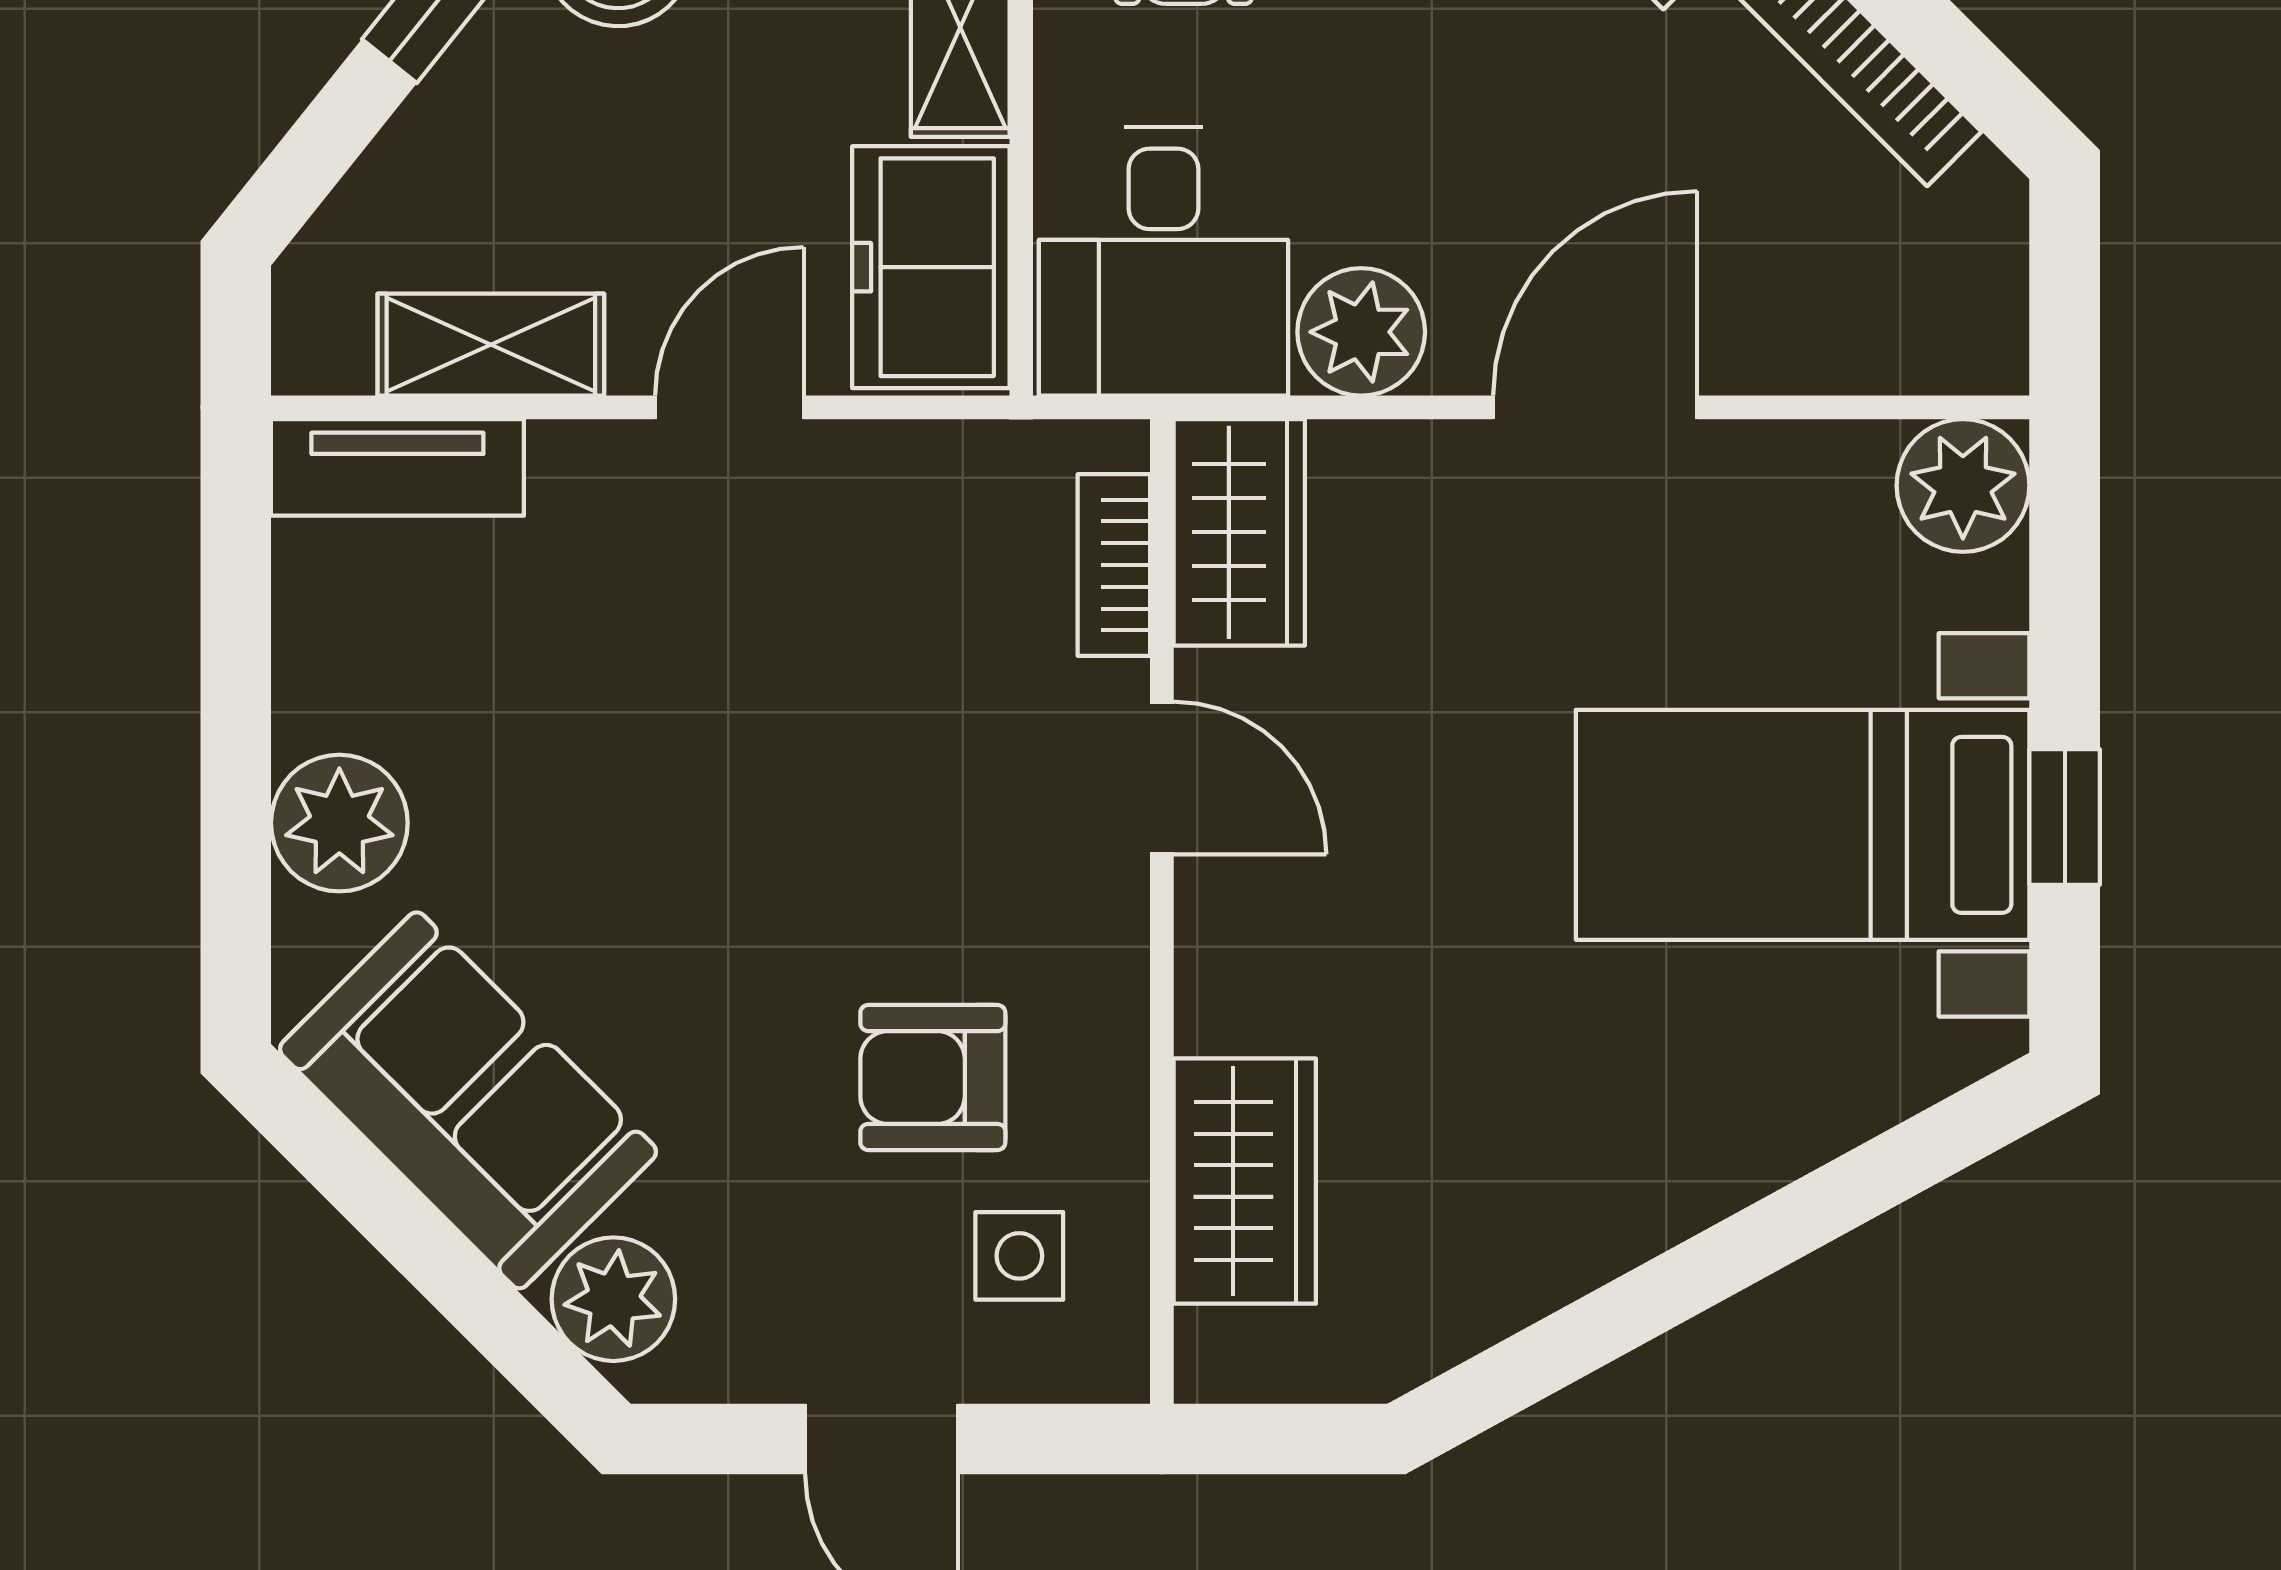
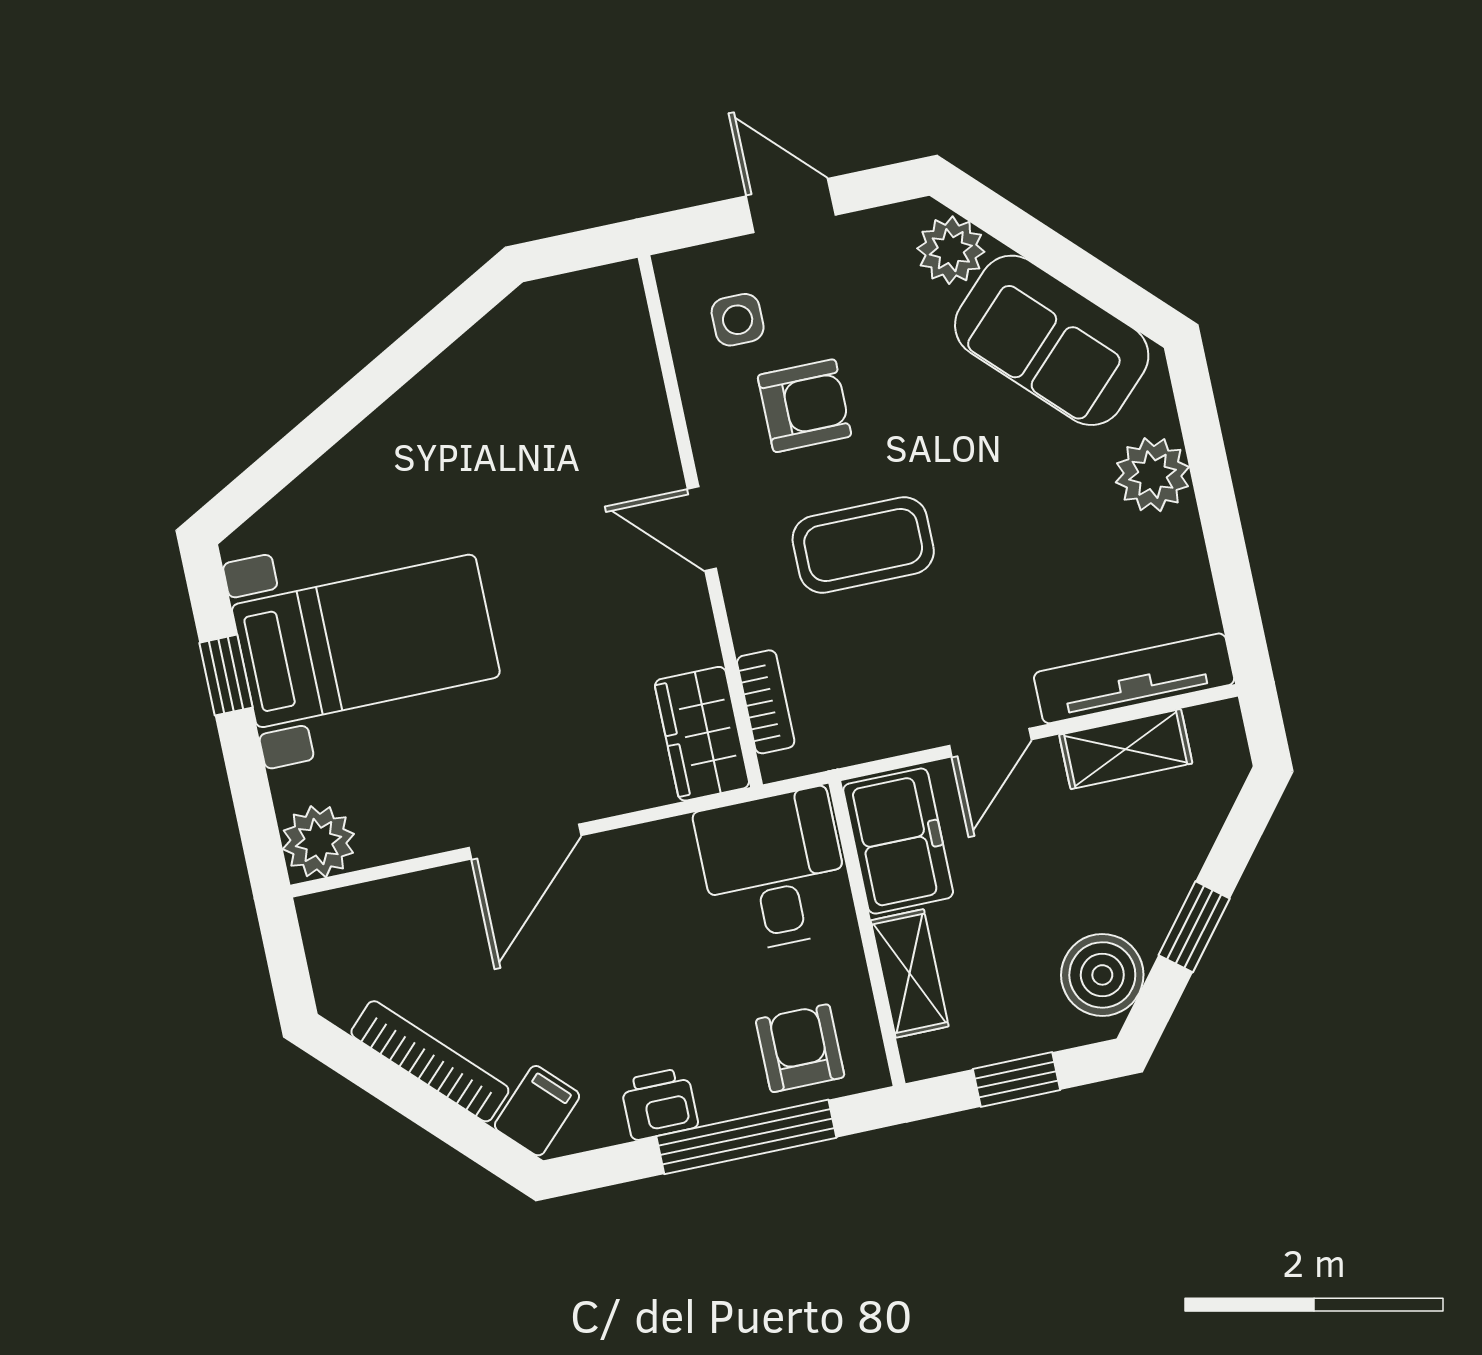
plant: (1361, 332) -> (659, 855), removed
tv unit: (397, 467) -> (1134, 678), width x1.41
door: (1162, 778) -> (702, 529), moved
coffee table: (881, 807) -> (863, 545), added
wardrobe: (1245, 1181) -> (625, 386), removed

